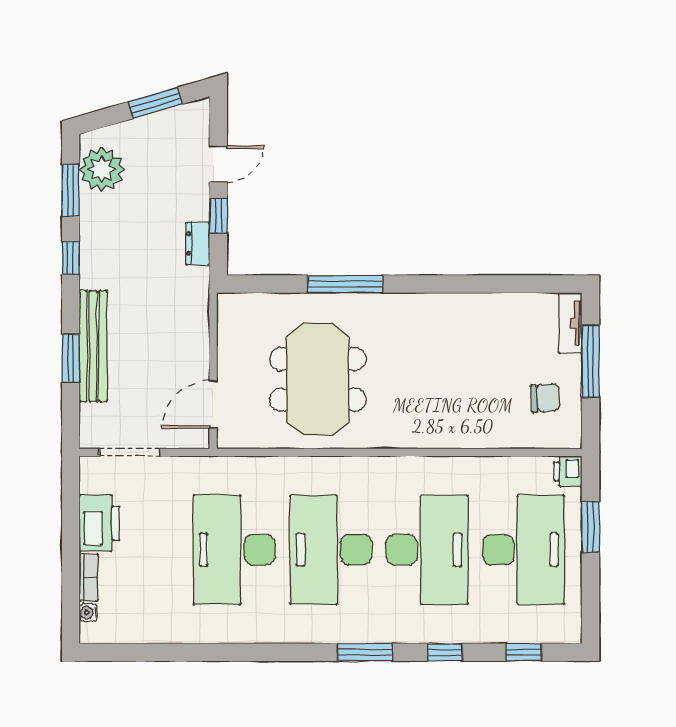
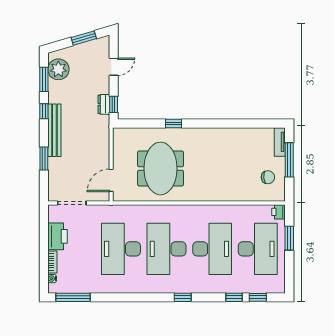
window: (218, 216) -> (114, 104), moved
window: (345, 284) -> (173, 123), width x0.46
bench: (93, 346) -> (54, 130), moved
window: (133, 652) -> (73, 297), added
window: (365, 652) -> (183, 297), width x0.67
window: (445, 652) -> (234, 297), moved

